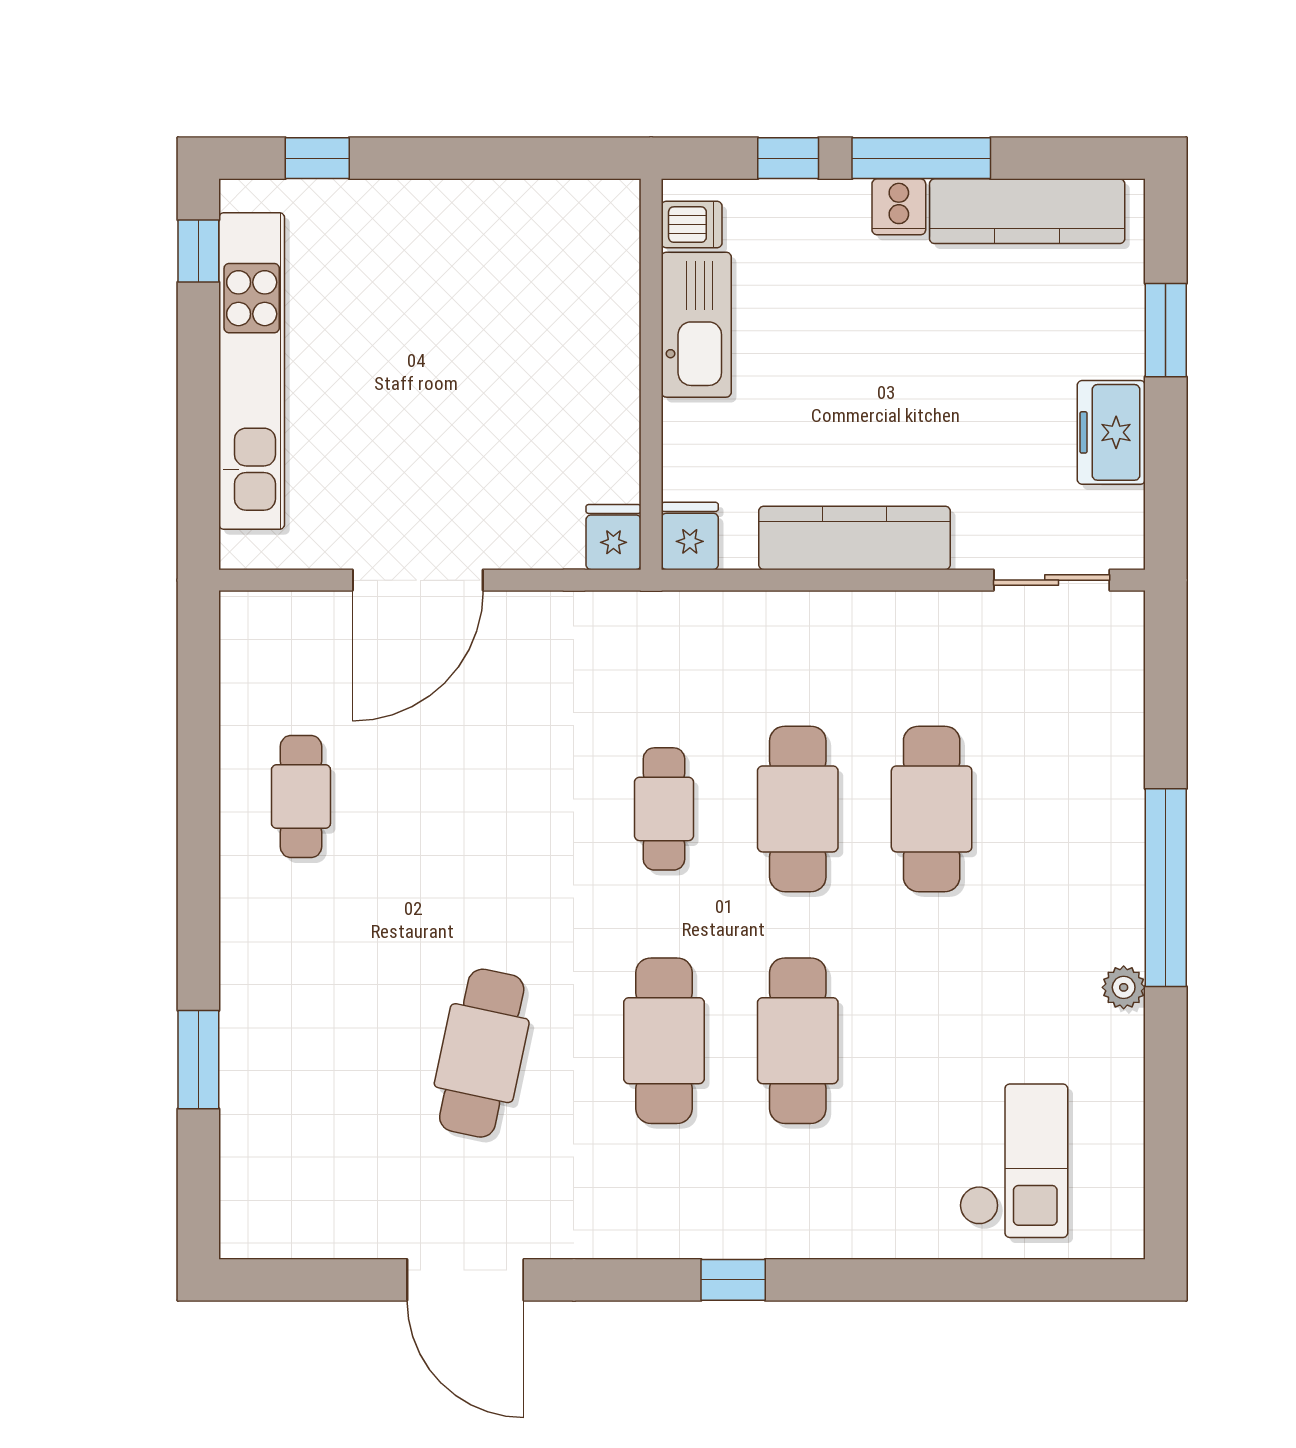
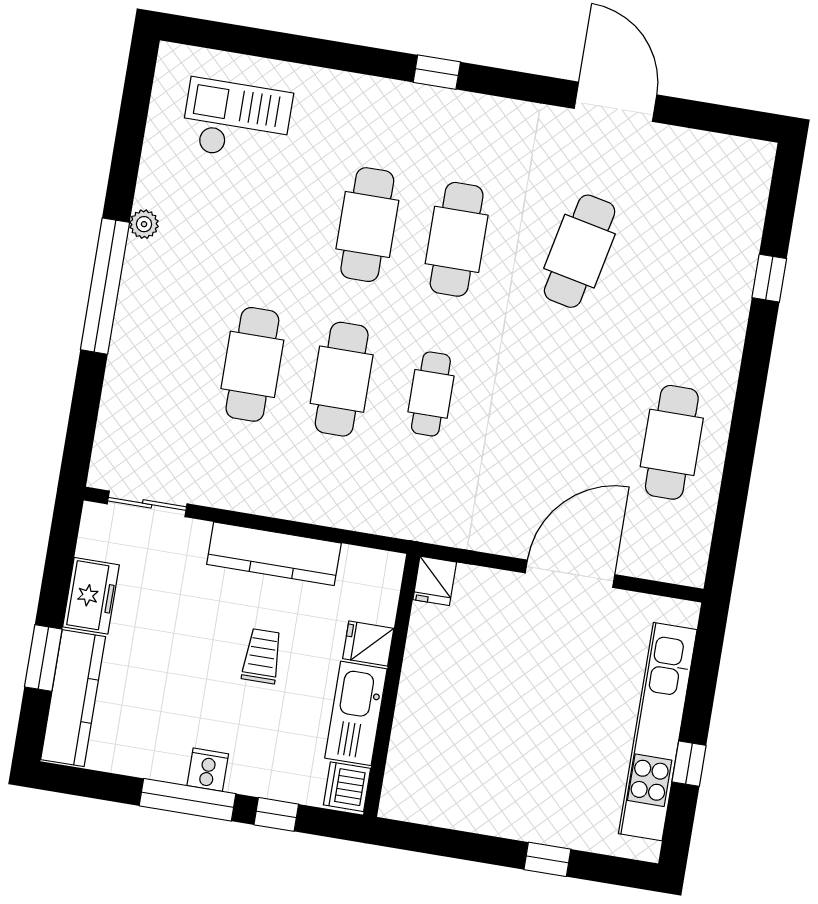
window: (317, 158) -> (547, 859), moved
kitchen counter: (1027, 211) -> (73, 698), moved, turned 90
dishwasher: (692, 225) -> (347, 787), width x1.38
window: (198, 251) -> (689, 764), moved
trolley: (847, 386) -> (262, 656), added
fridge: (690, 536) -> (368, 643), moved, turned 90
cafe table: (301, 797) -> (672, 442), width x1.37, depth x1.35
window: (198, 1060) -> (769, 278), width x0.67
checkout: (1014, 1161) -> (237, 121), turned 90

